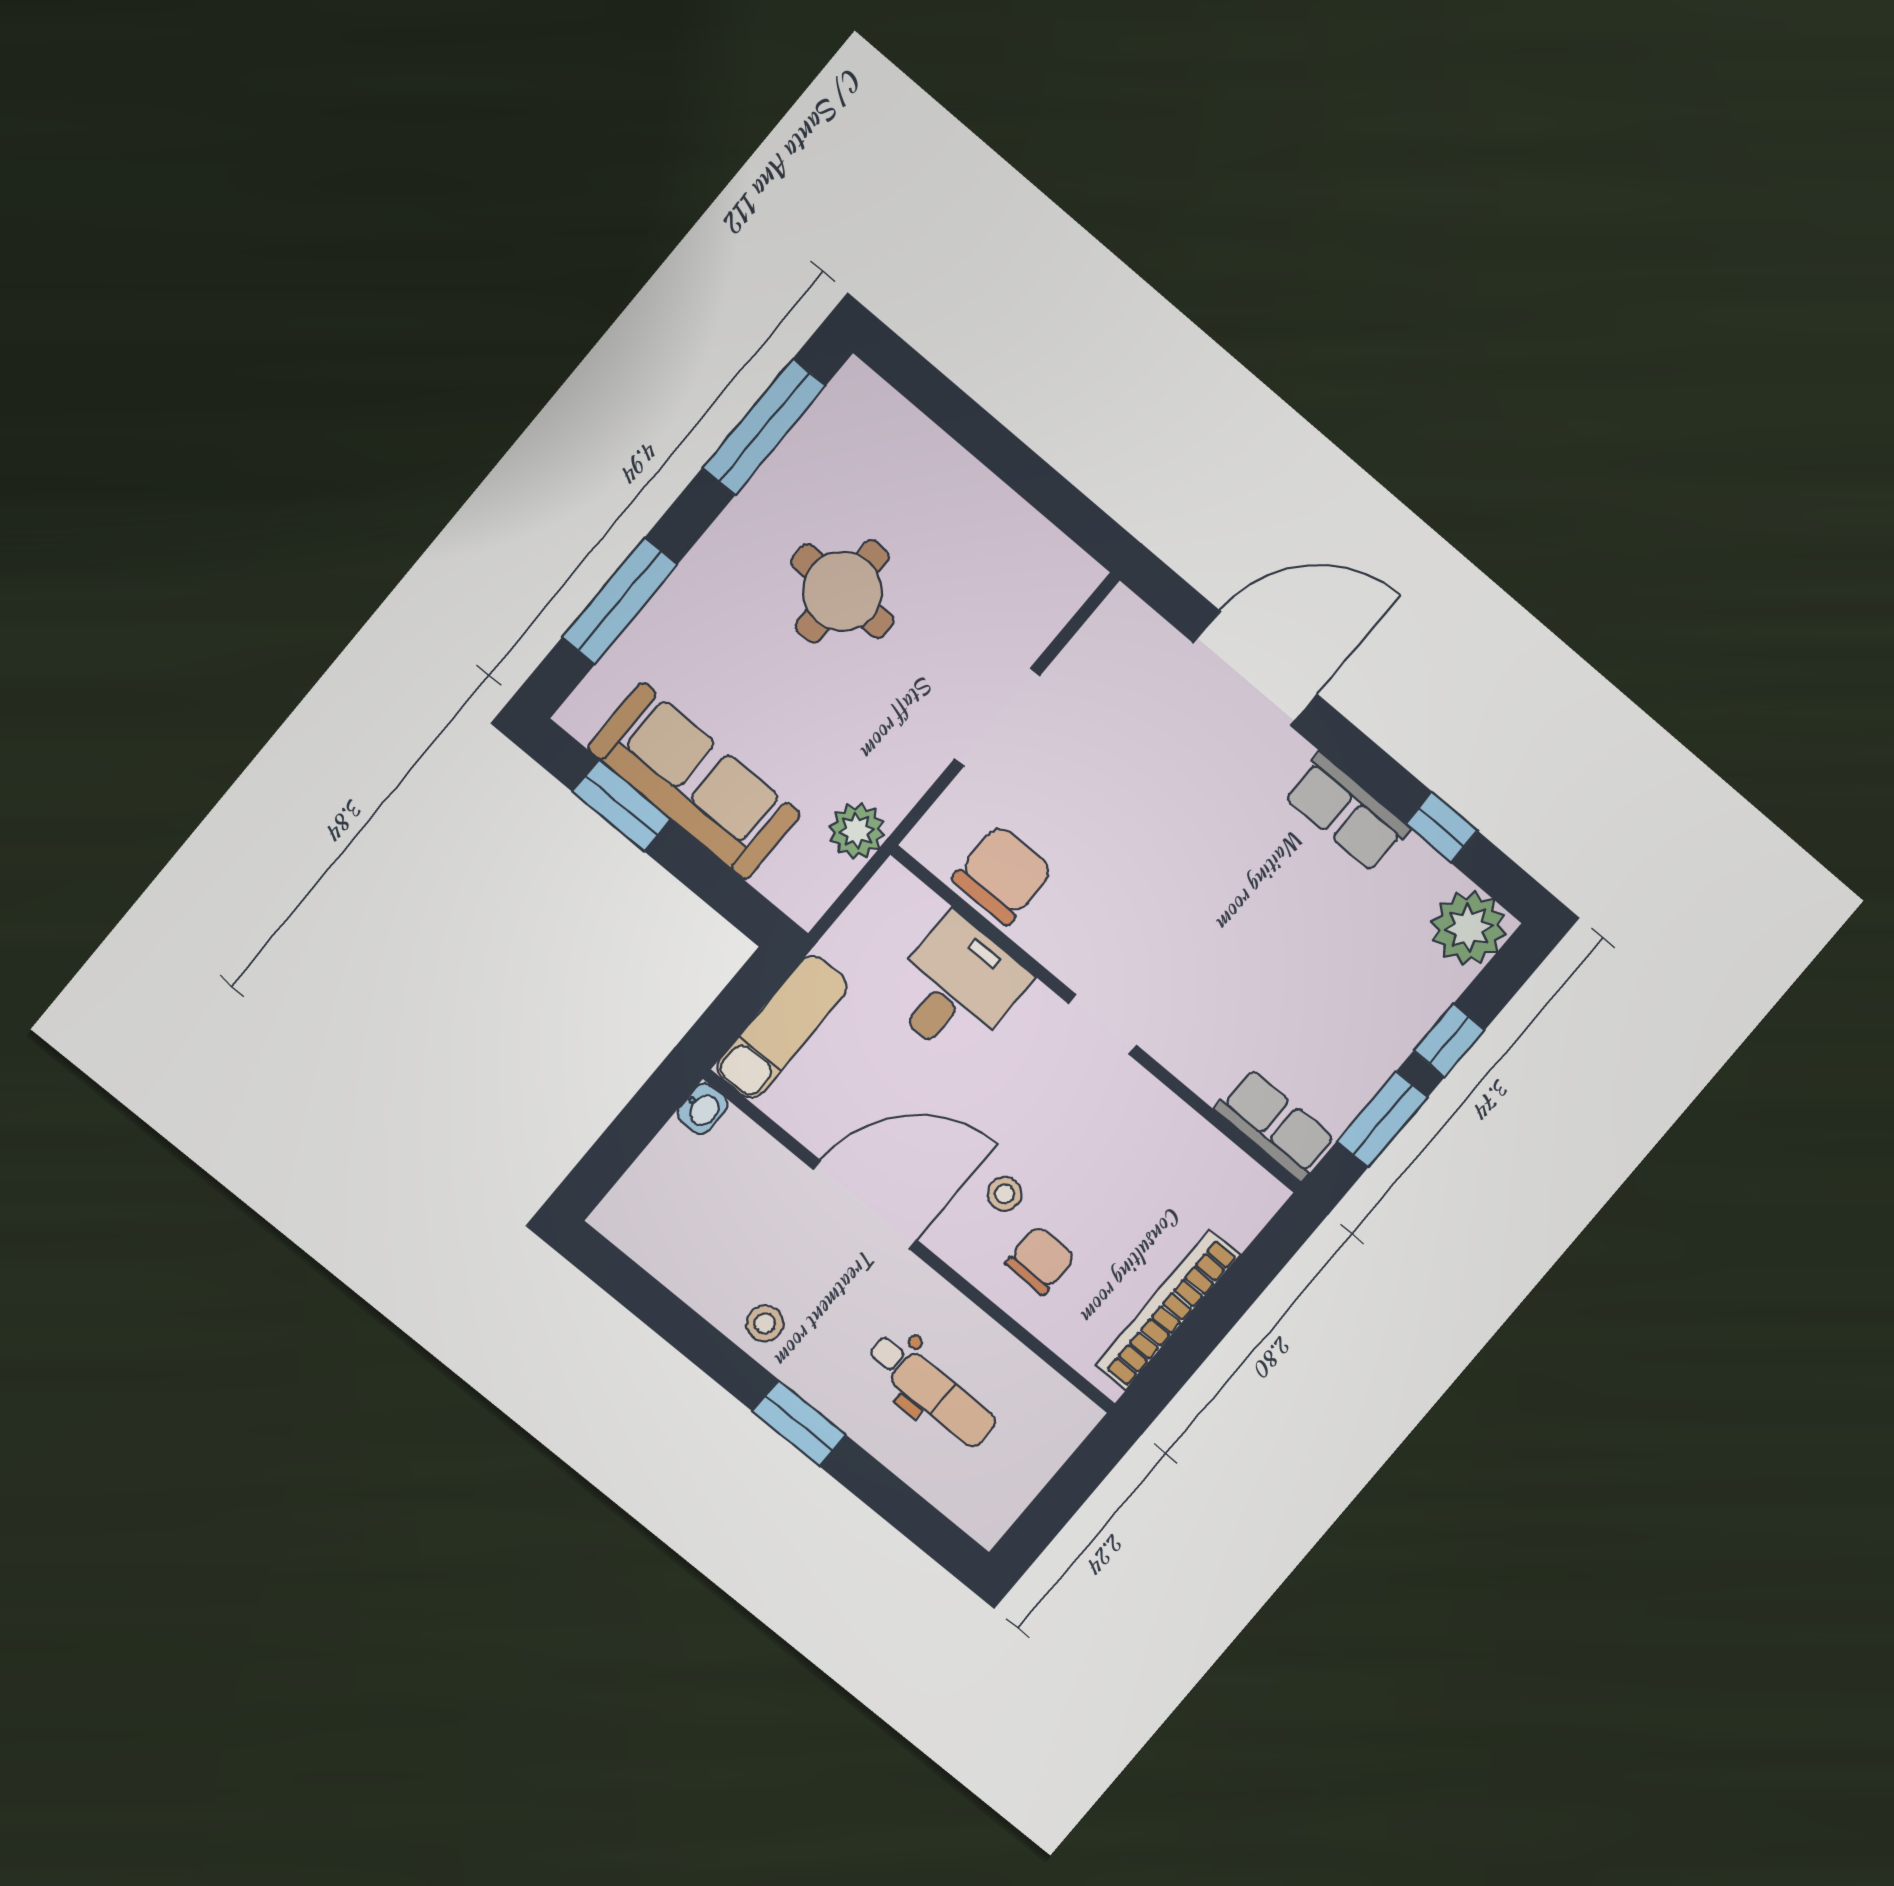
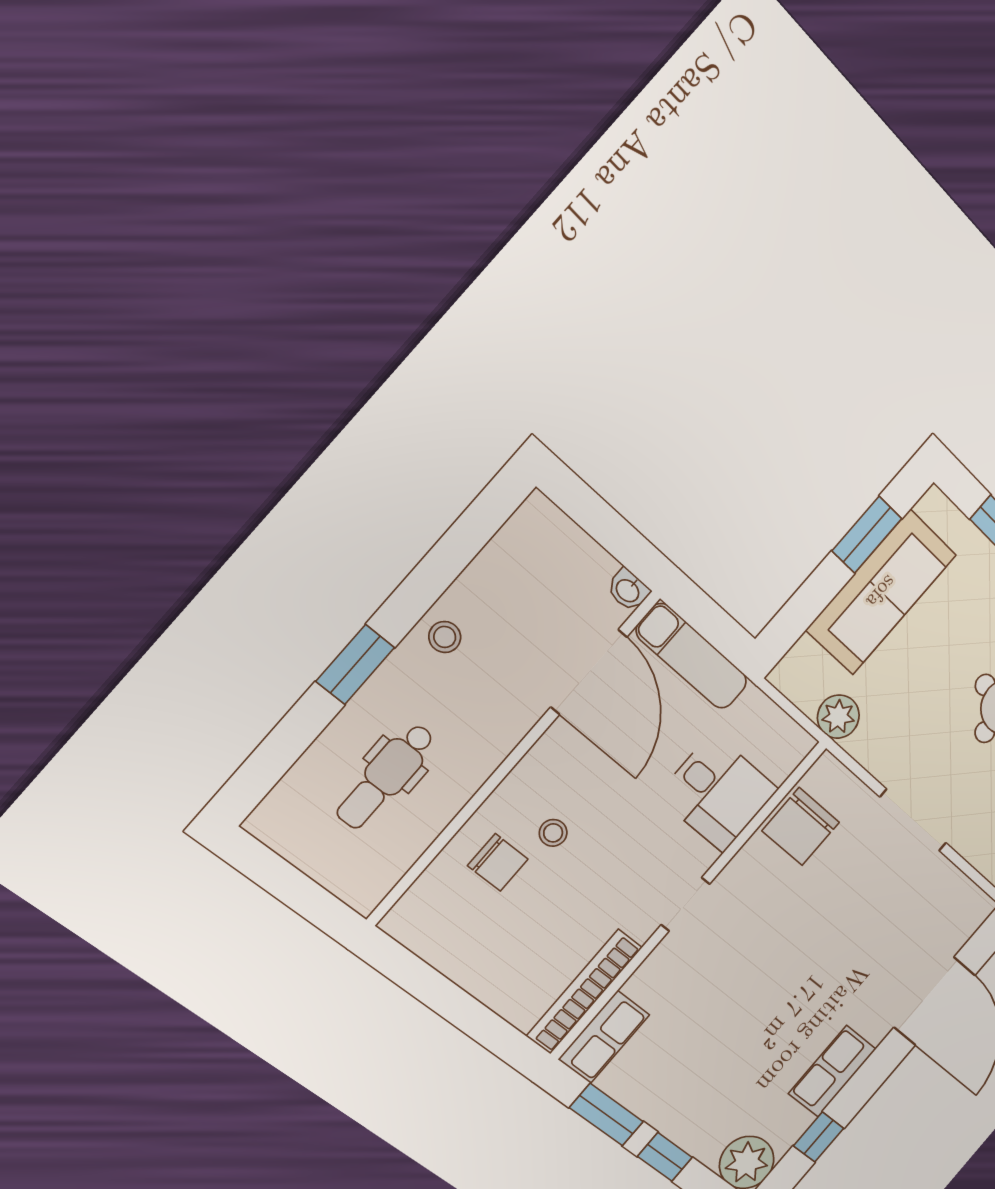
chair: (1003, 875) -> (801, 827), turned 90
door: (865, 1205) -> (589, 672), moved
bookcase: (1168, 1310) -> (584, 992), moved, turned -90

